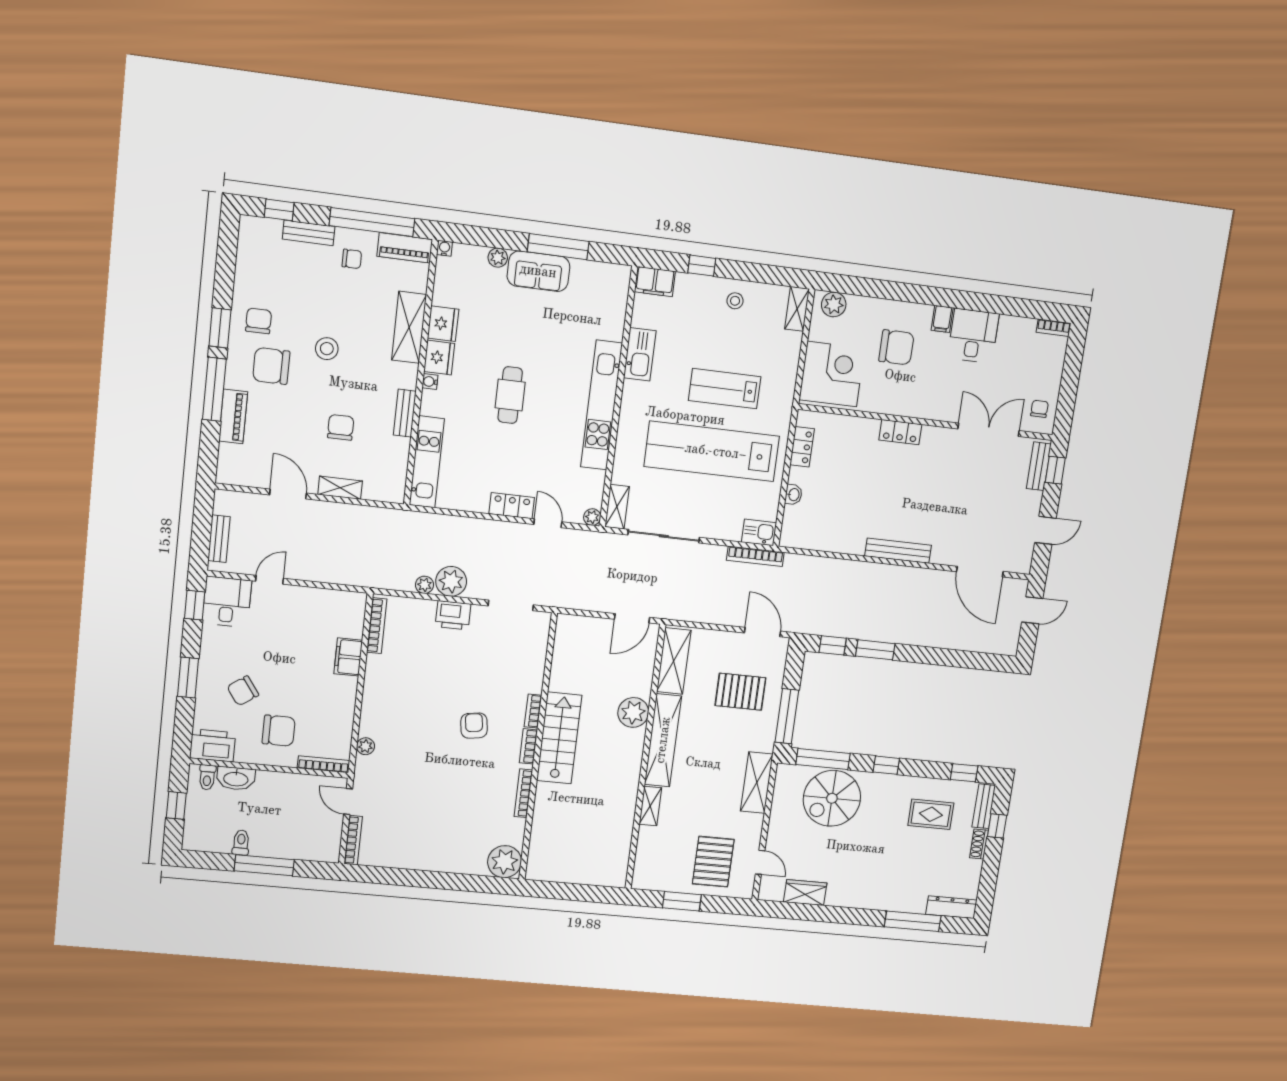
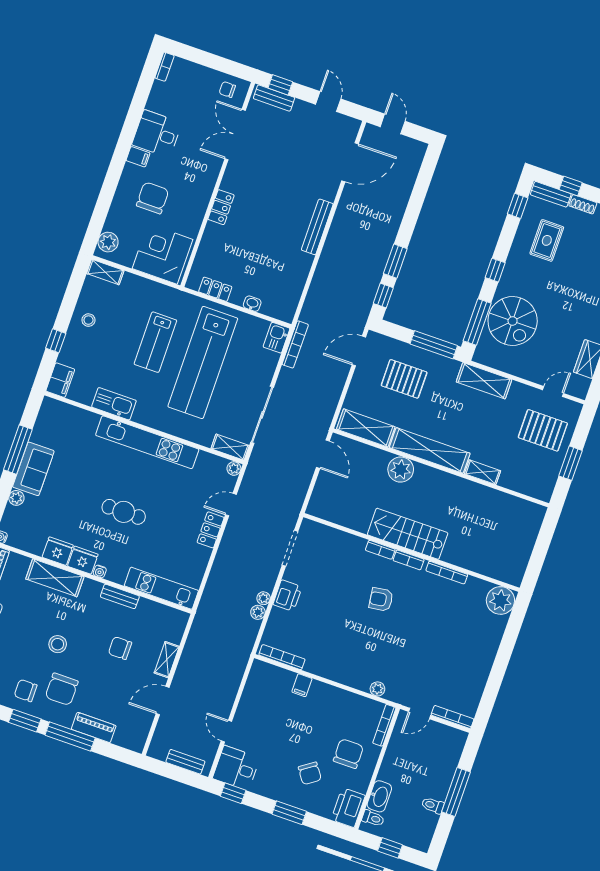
plant: (451, 581) -> (264, 598), width x0.53, depth x0.53
filing cabinet: (348, 657) -> (302, 685), width x0.50
pallet: (740, 692) -> (404, 379), turned 90

